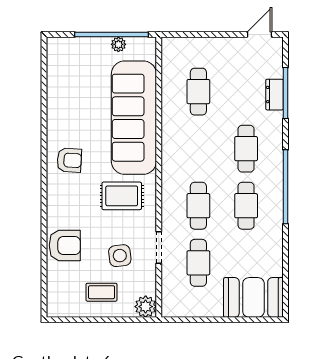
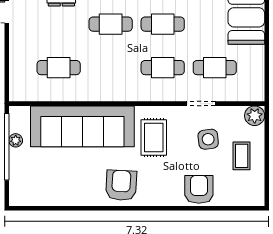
armchair: (69, 160) -> (121, 185), width x1.38, depth x1.38

